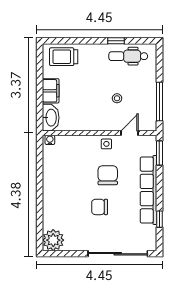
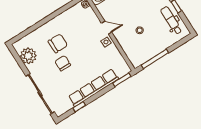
door: (130, 133) -> (107, 28), moved
chair: (108, 175) -> (58, 43), moved
plant: (53, 240) -> (28, 56), moved

